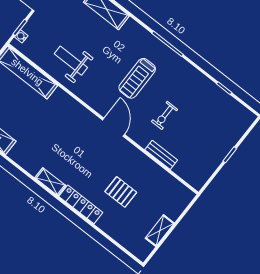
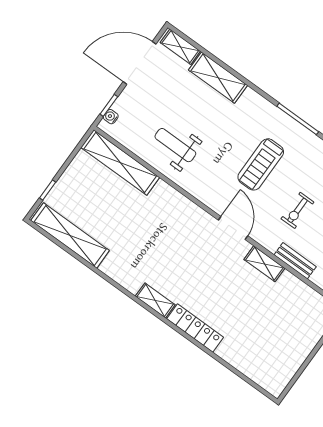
pallet: (121, 192) -> (245, 310), removed
shelving: (160, 231) -> (264, 264), moved, turned 90

